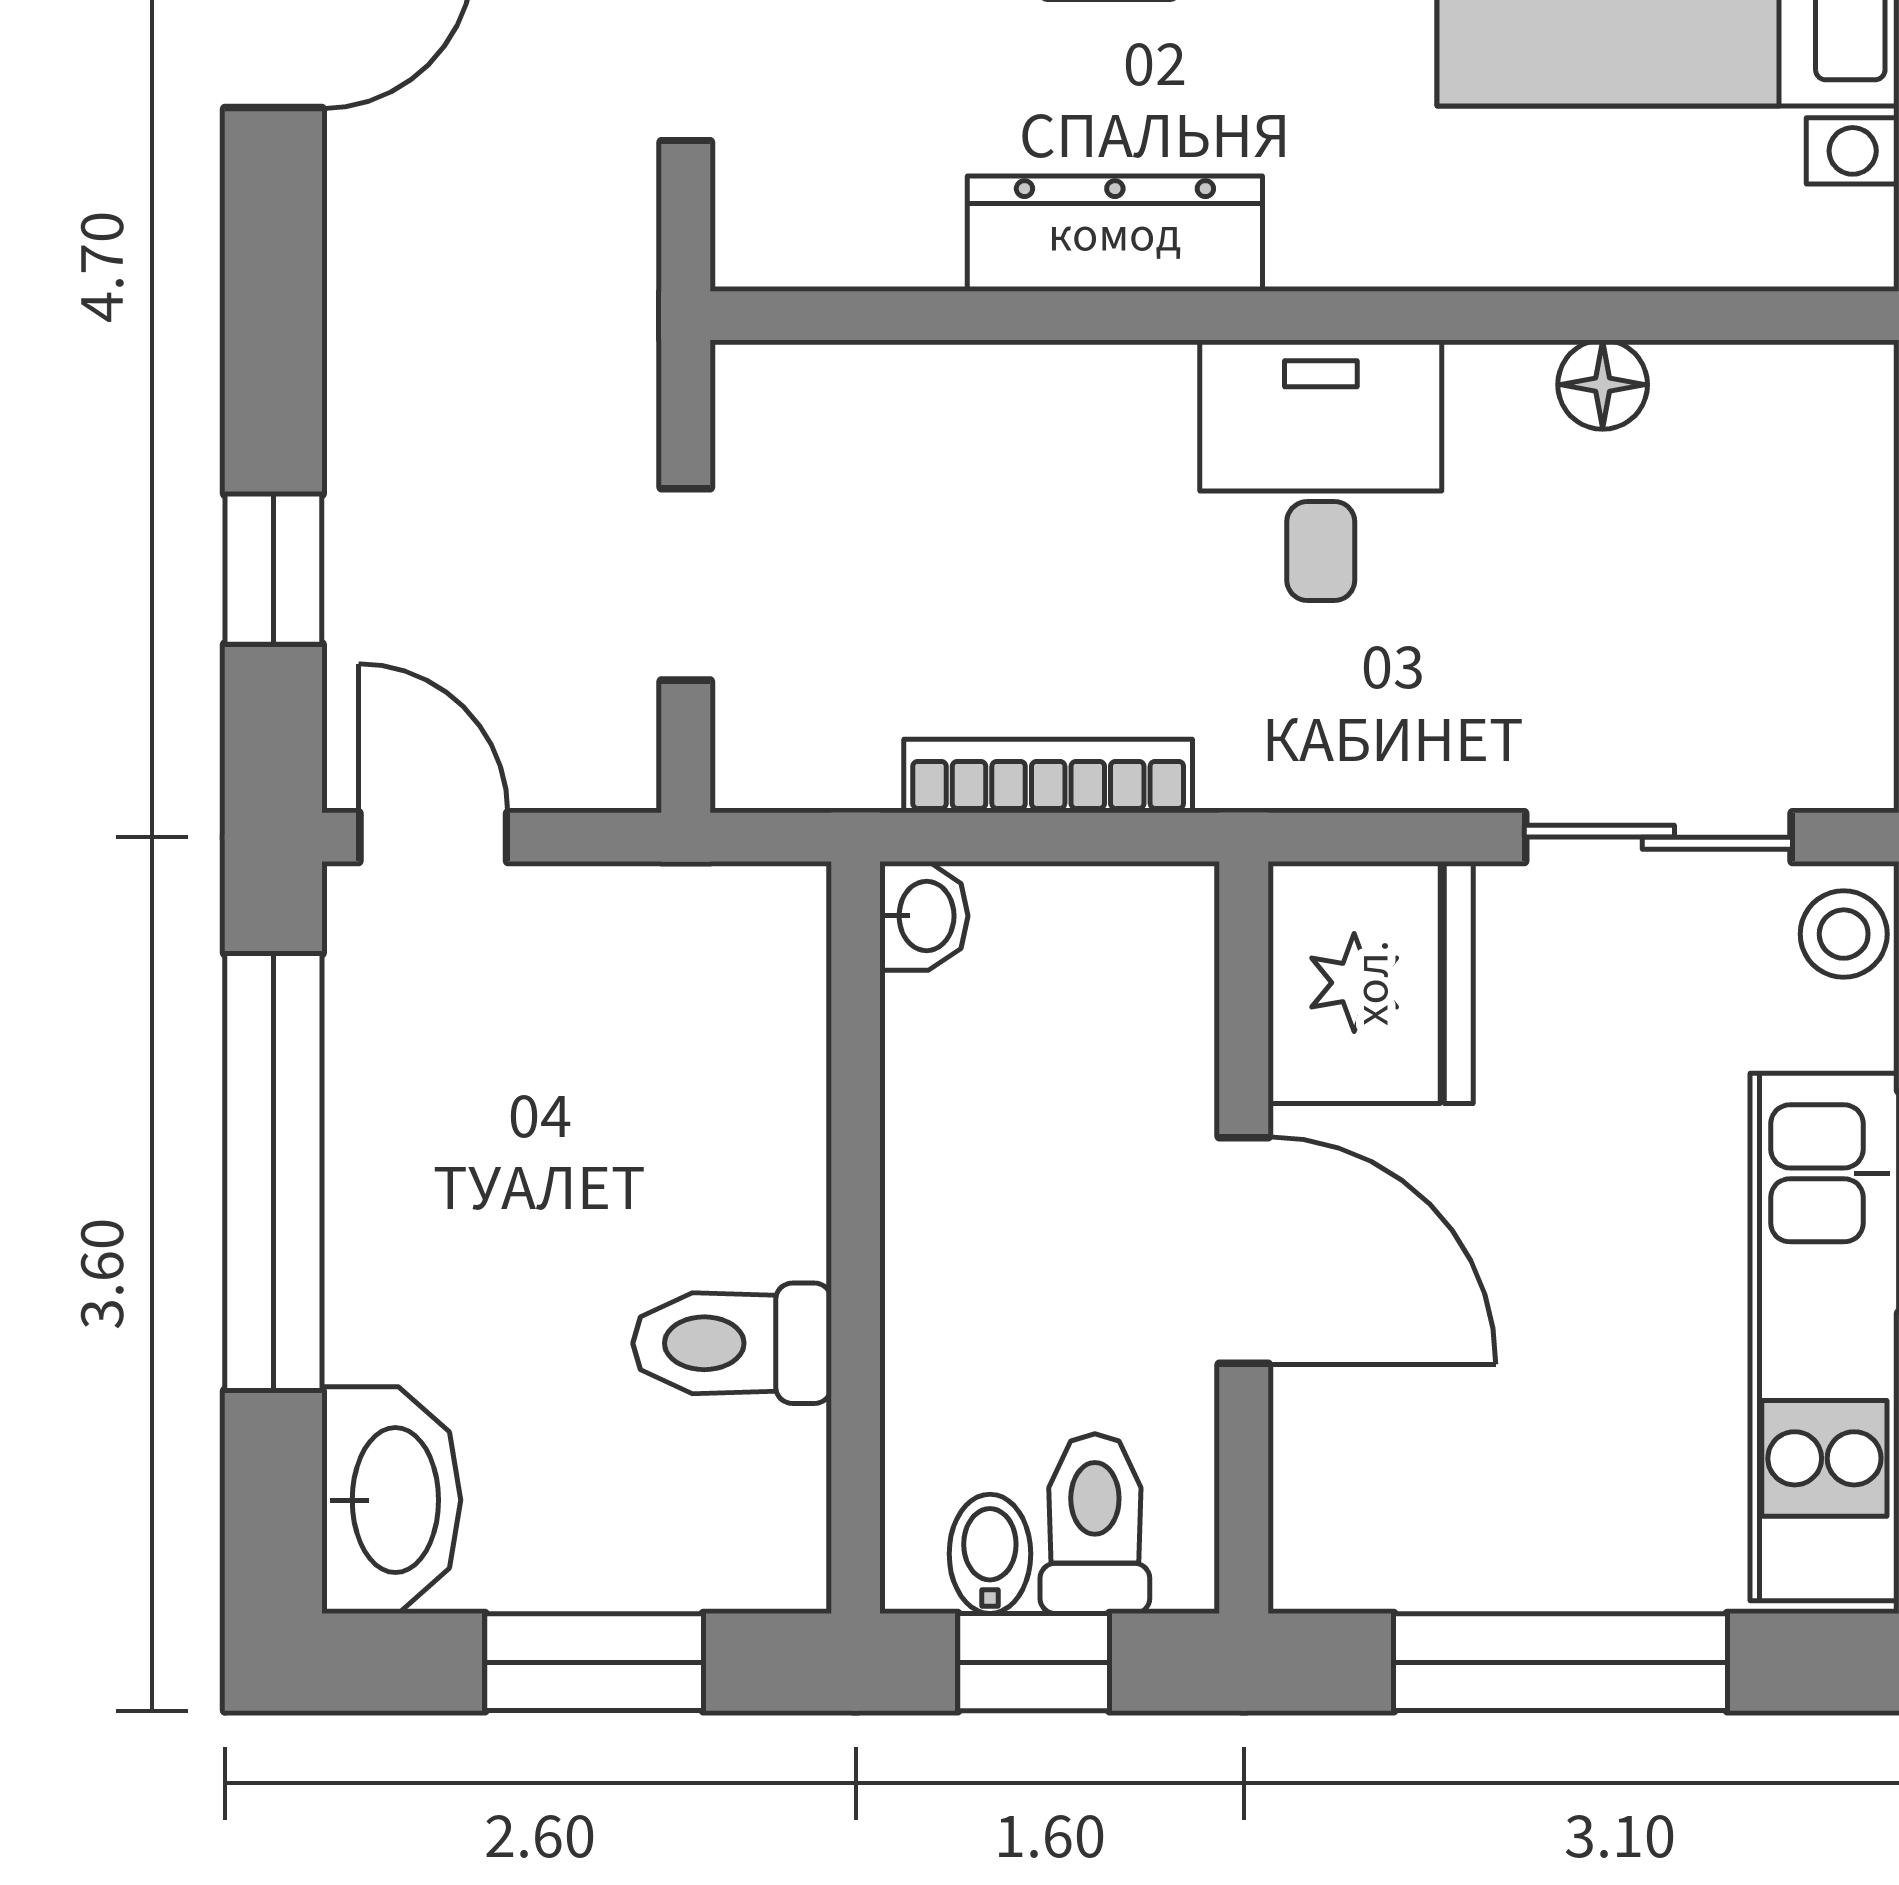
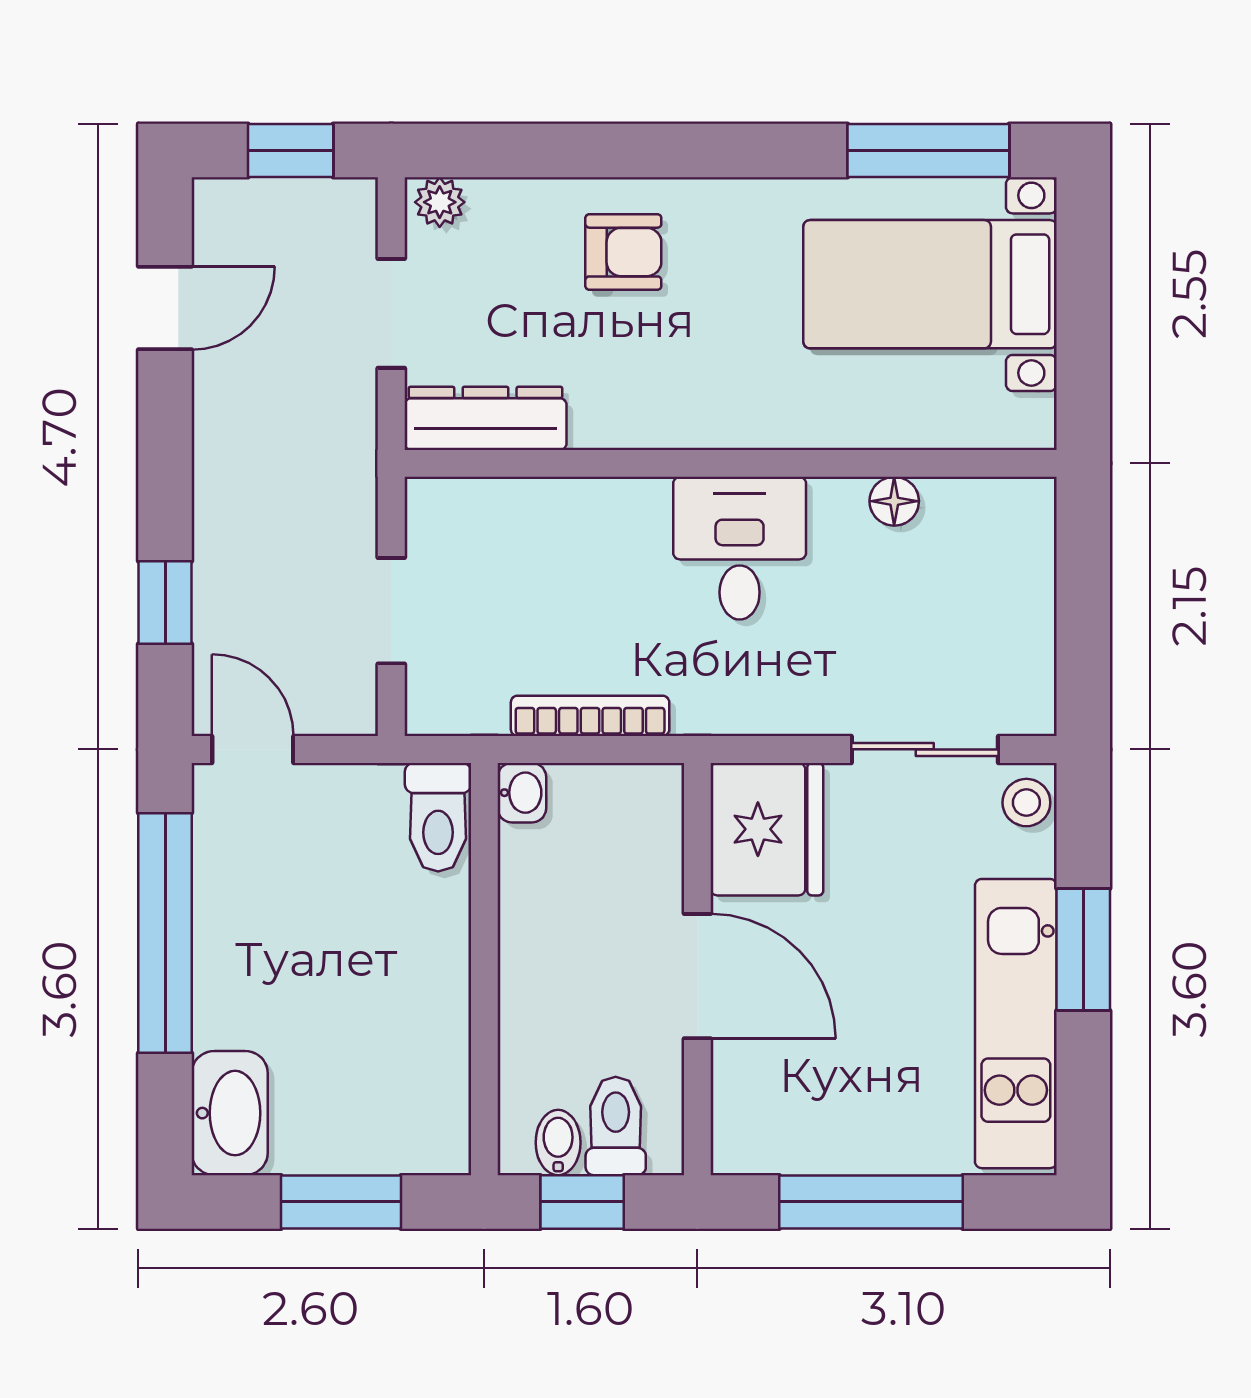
dresser: (1115, 234) -> (485, 418), moved
toilet: (732, 1343) -> (438, 817), moved, turned -90

